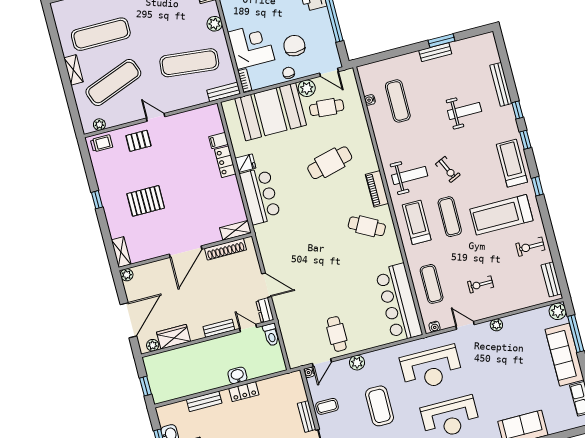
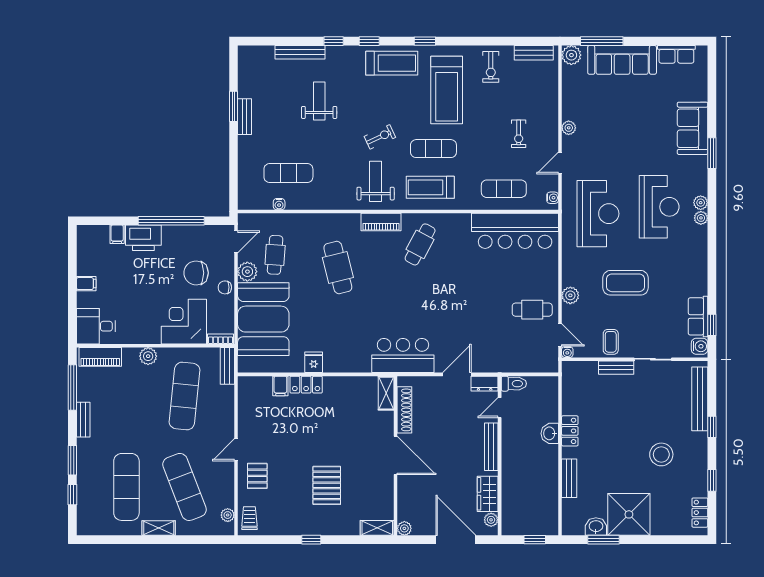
treadmill: (512, 163) -> (392, 63), turned 180
bar counter: (260, 196) -> (403, 355), moved
bench: (219, 328) -> (491, 447), width x1.36

